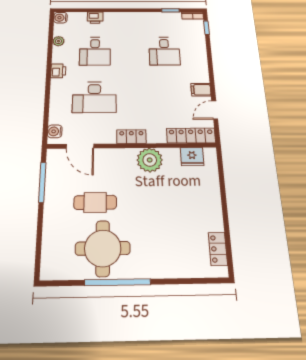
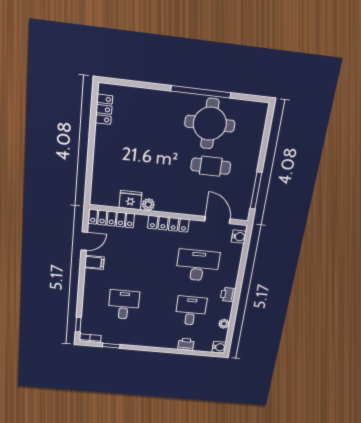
locker: (131, 137) -> (168, 224), width x1.53
fridge: (192, 157) -> (130, 200), moved
plant: (150, 160) -> (148, 204), width x0.53, depth x0.53

